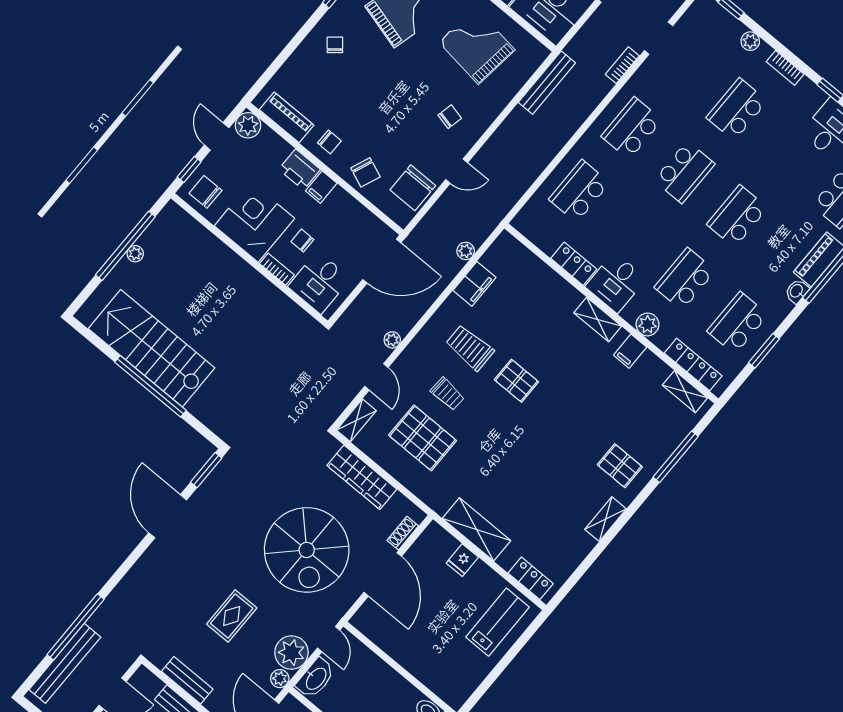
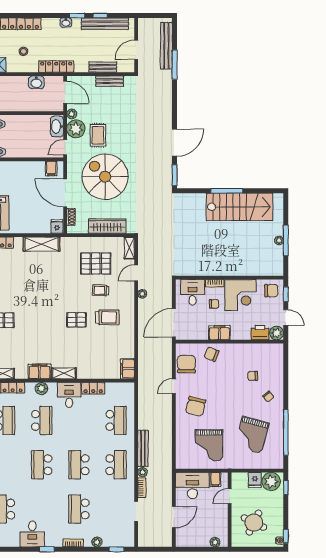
grand piano: (477, 46) -> (209, 445), turned 83
bench: (547, 83) -> (143, 448), moved
school desk: (737, 109) -> (79, 509), turned 180
piano: (287, 117) -> (263, 350), removed
chair: (450, 117) -> (196, 406), width x1.87, depth x1.87
chair: (329, 142) -> (253, 376), moved
printer: (300, 169) -> (260, 333), moved
filing cabinet: (321, 187) -> (219, 333), width x2.00
school desk: (737, 216) -> (42, 465), turned 180
window: (125, 246) -> (286, 240), width x0.68
plant: (466, 251) -> (143, 472), moved
filing cabinet: (474, 284) -> (128, 369), moved
filing cabinet: (630, 351) -> (39, 371), width x2.00
door: (376, 377) -> (136, 273), hinge flipped
window: (150, 386) -> (227, 191), width x0.68
door: (168, 516) -> (175, 143), hinge flipped
fridge: (462, 560) -> (57, 226), moved
rug: (232, 616) -> (98, 135), moved
filing cabinet: (373, 625) -> (51, 168), added
window: (75, 627) -> (175, 65), width x0.68
door: (329, 639) -> (65, 147), hinge flipped

